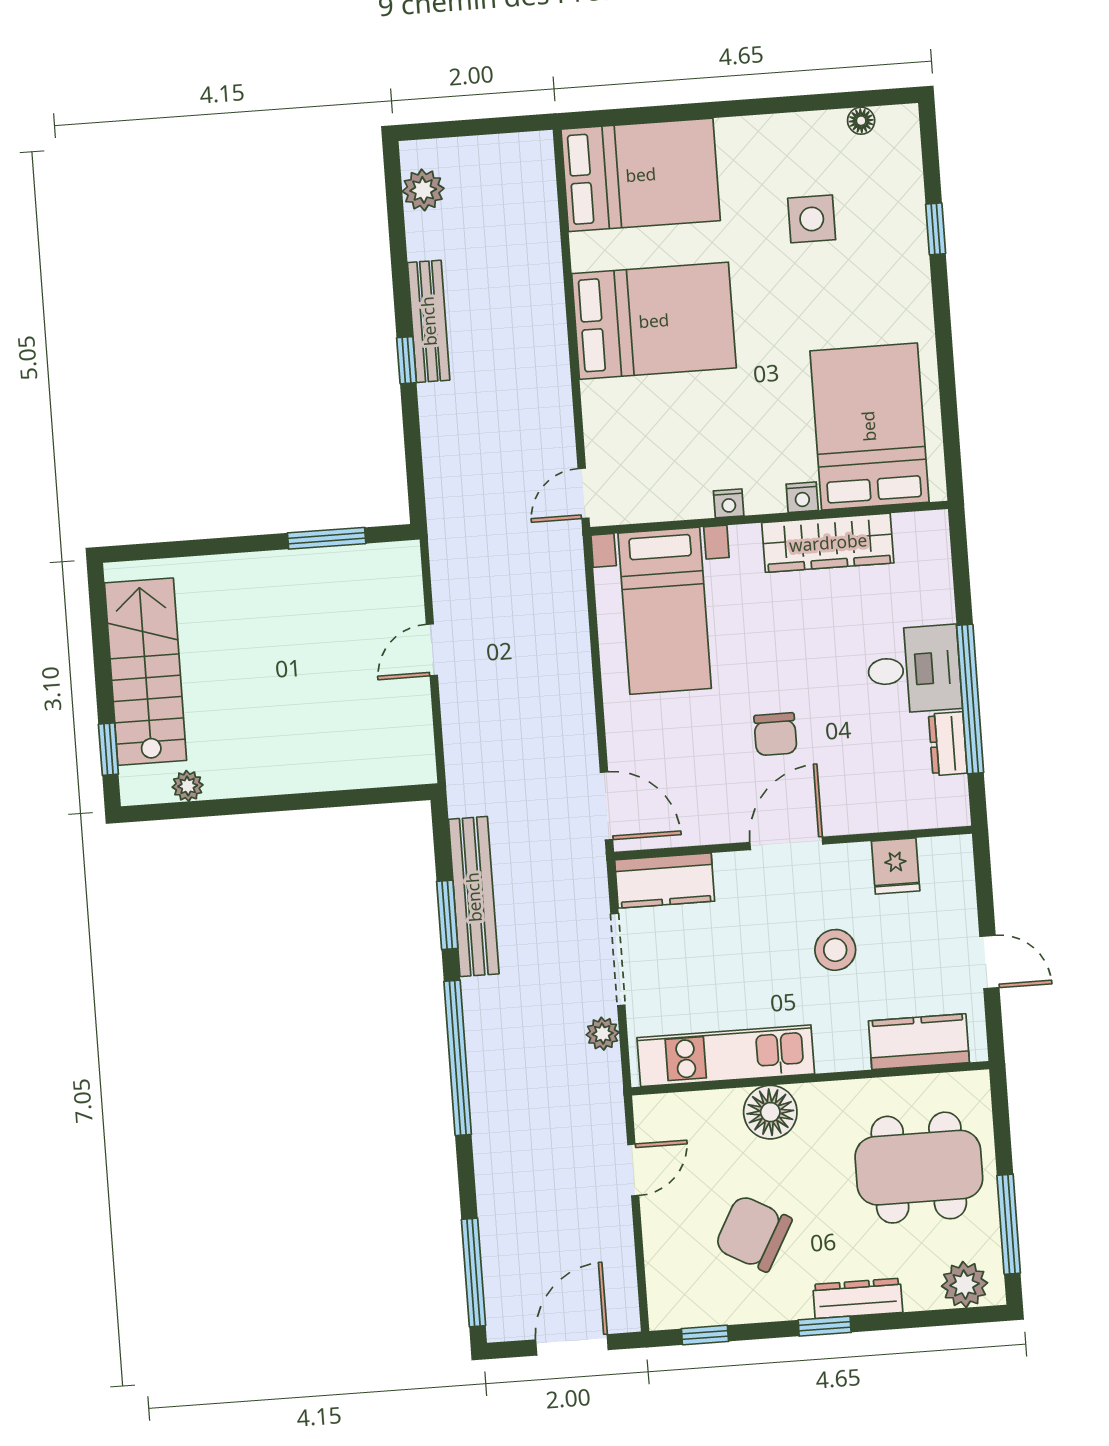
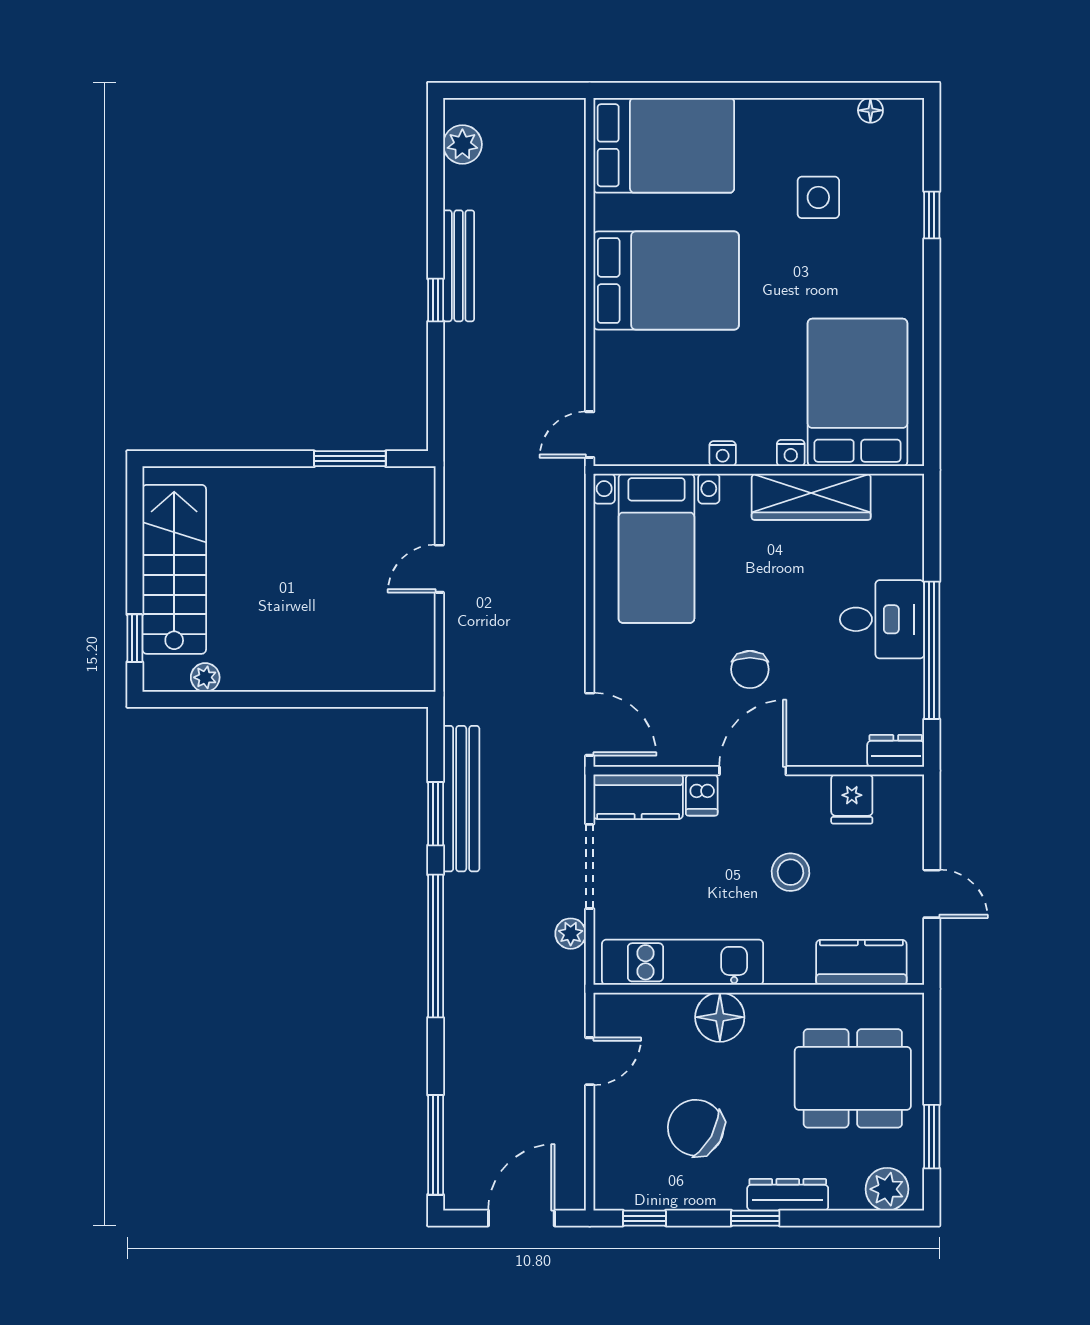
dresser: (948, 744) -> (896, 751), moved, turned 90
dishwasher: (733, 874) -> (702, 795), added
window: (1009, 1224) -> (932, 1137), width x0.69

